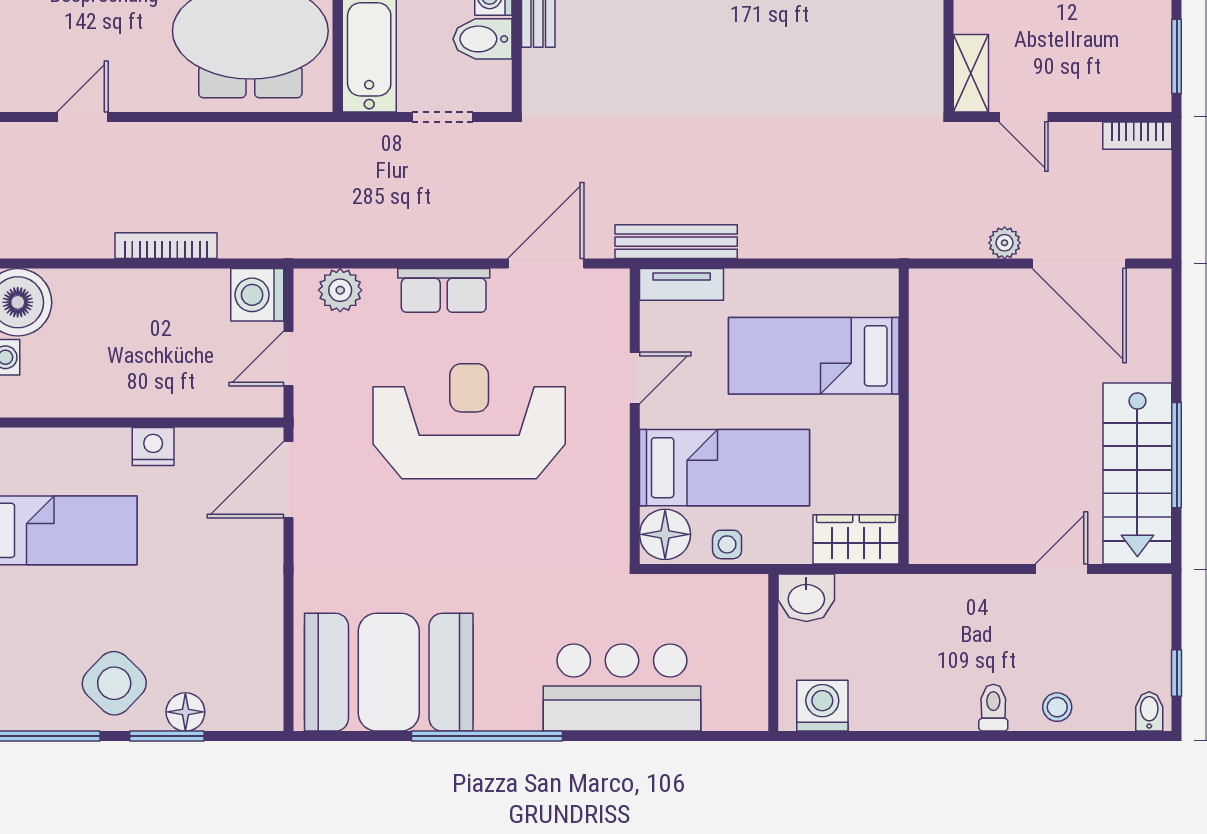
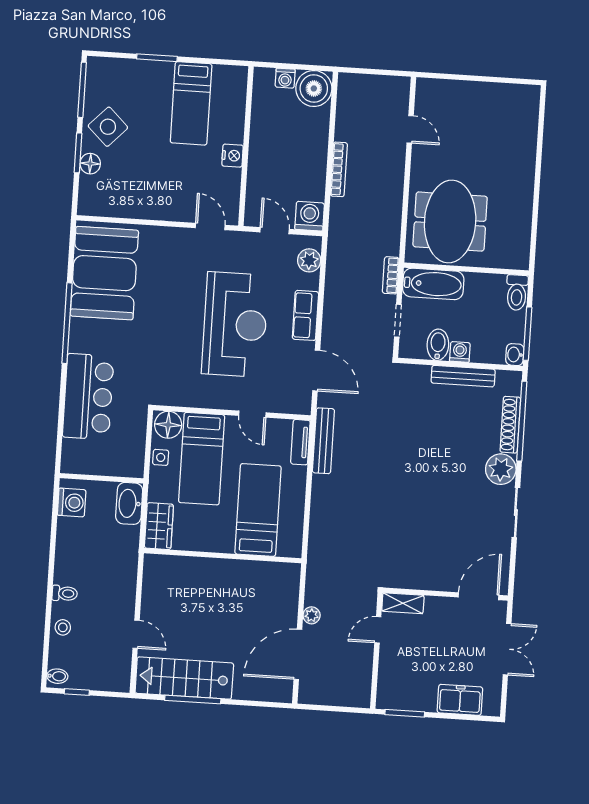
bookcase: (1137, 136) -> (391, 275), moved
door: (289, 480) -> (210, 226), width x0.73
washbasin: (806, 598) -> (129, 503), width x1.38

